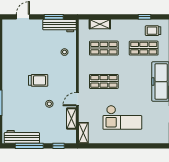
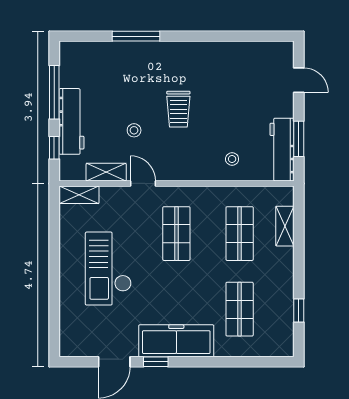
trolley: (153, 31) -> (273, 327), removed
workbench: (22, 137) -> (71, 121), moved

